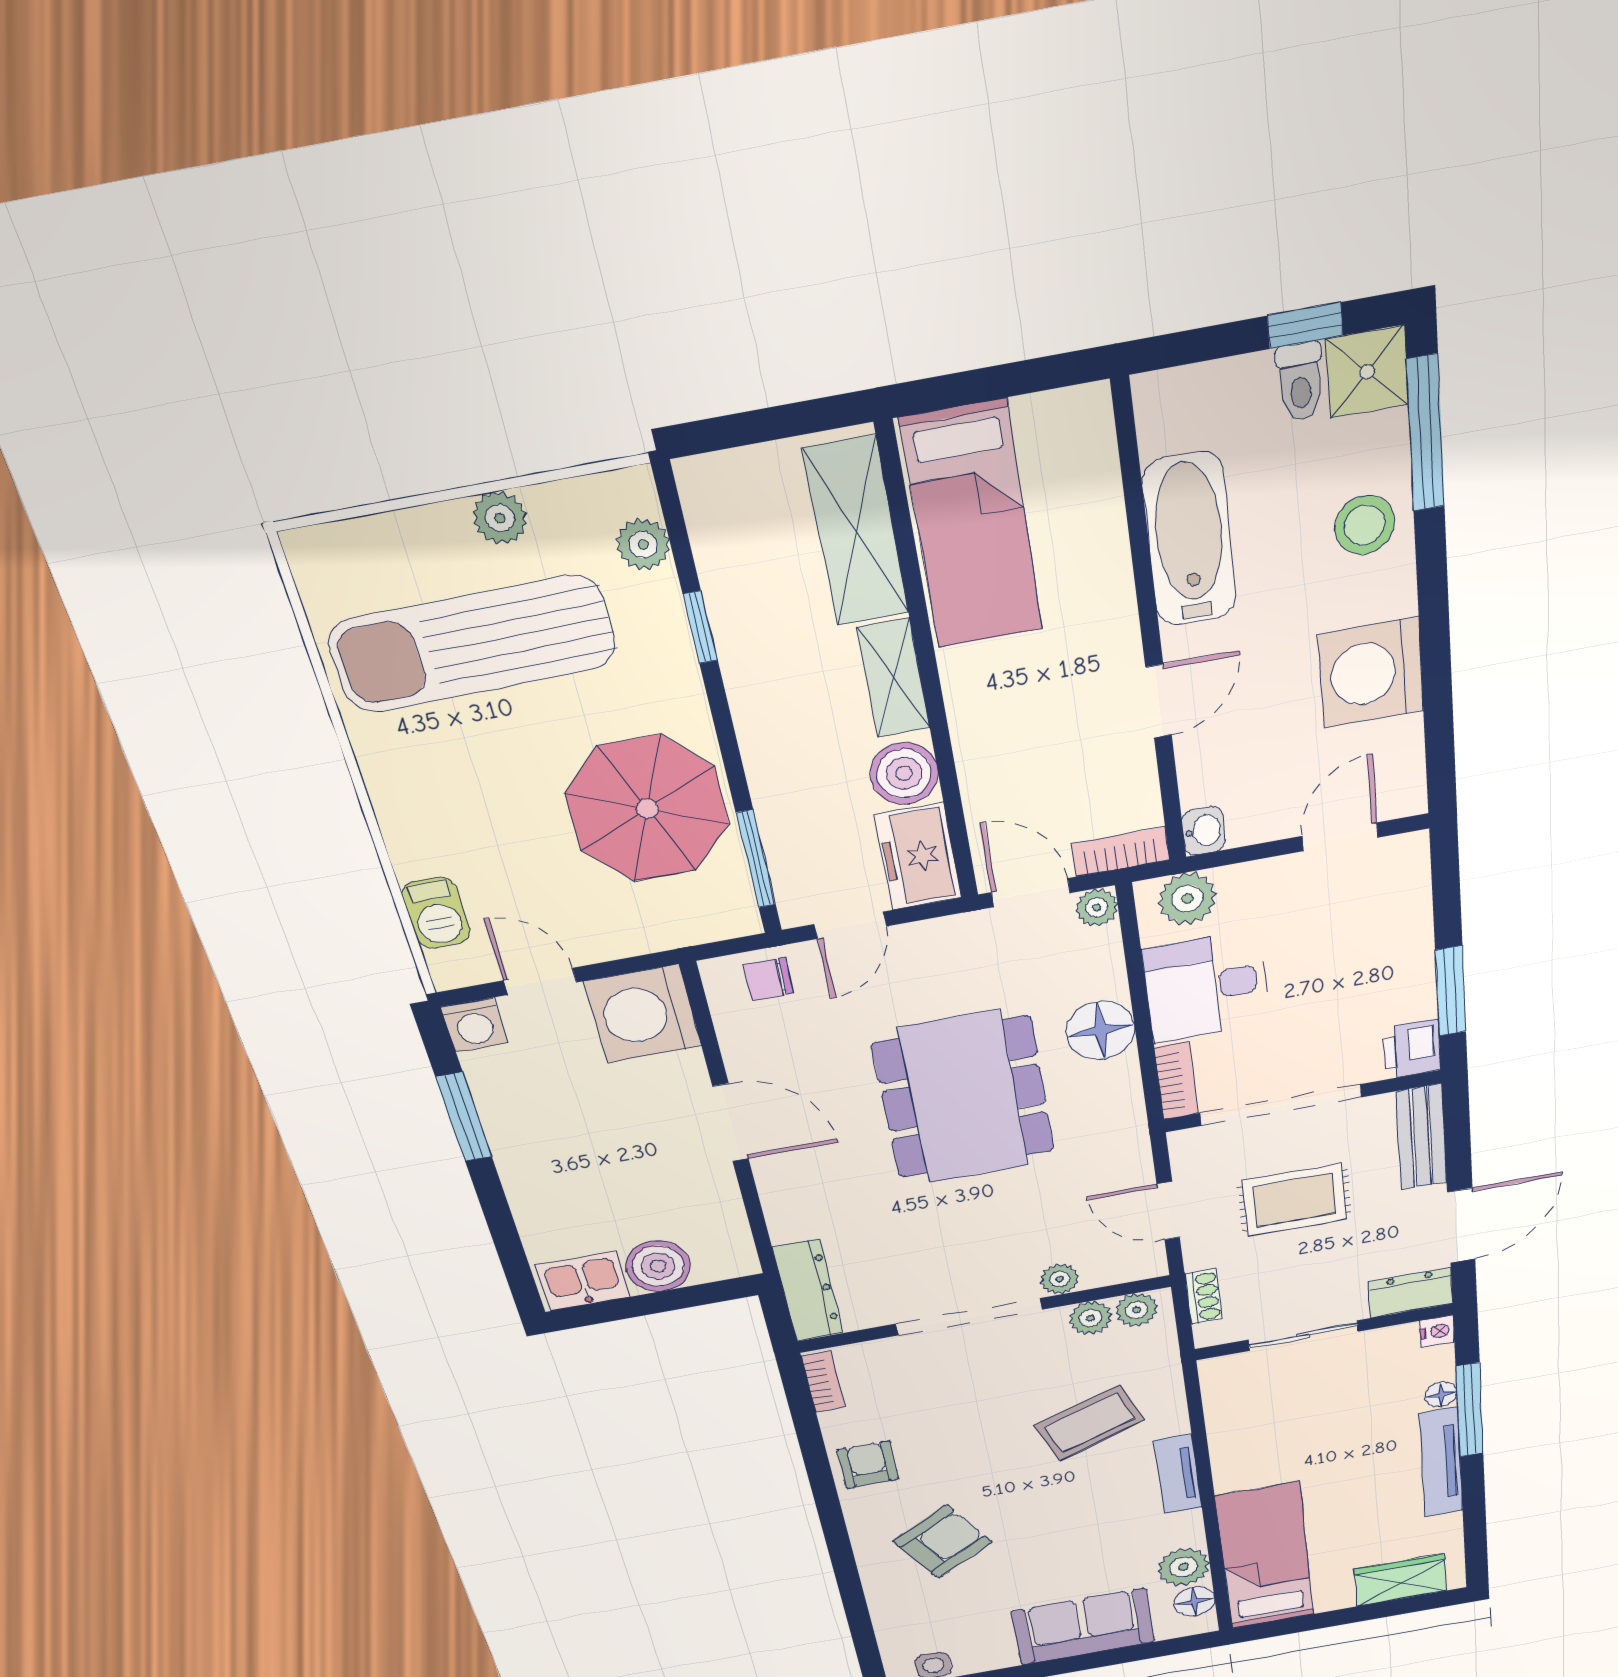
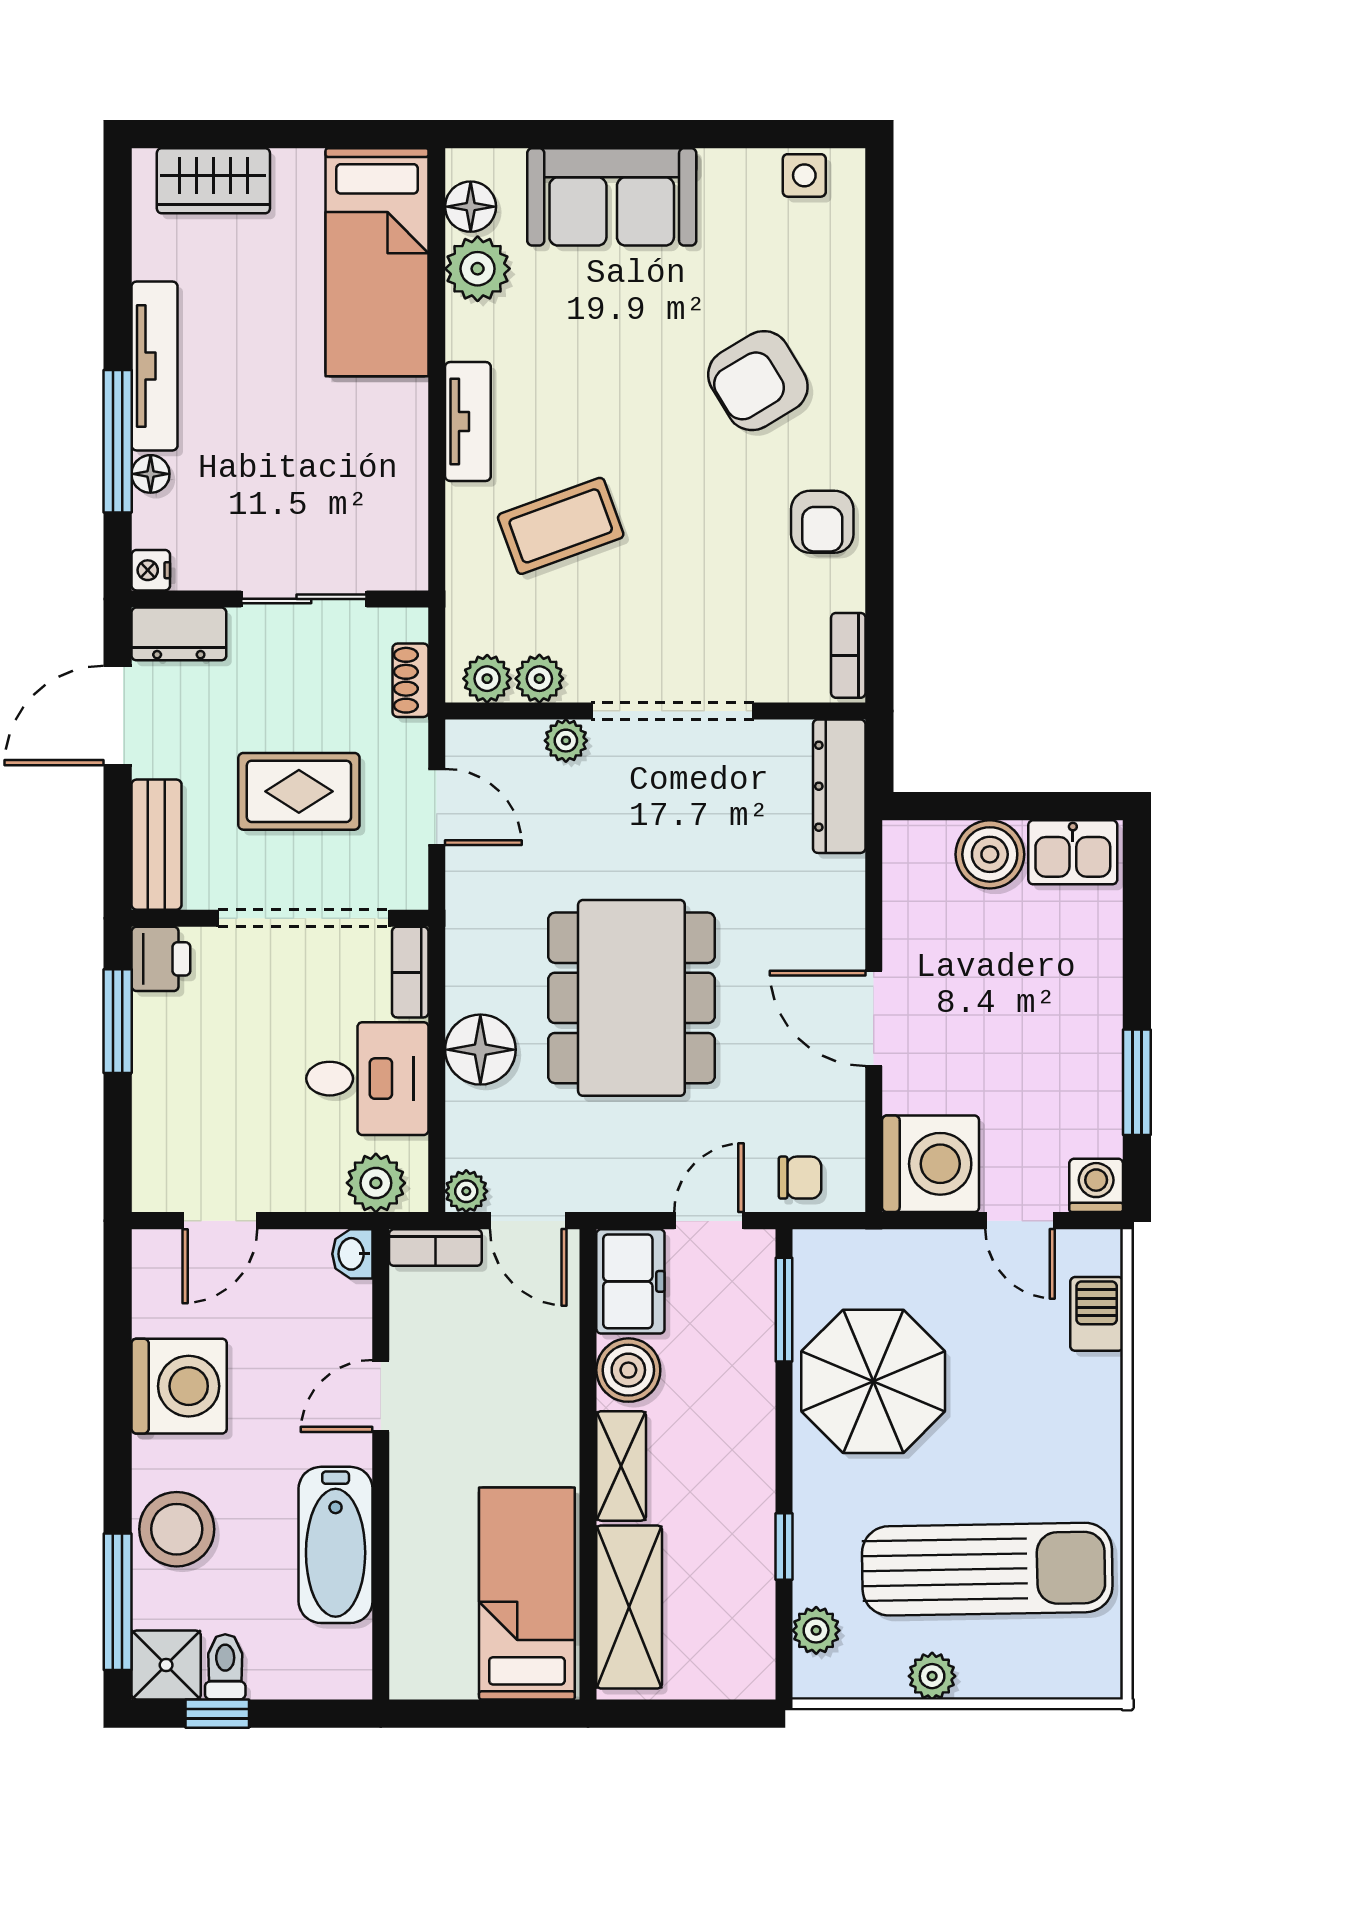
stool: (1365, 525) -> (177, 1529), width x1.38, depth x1.38

